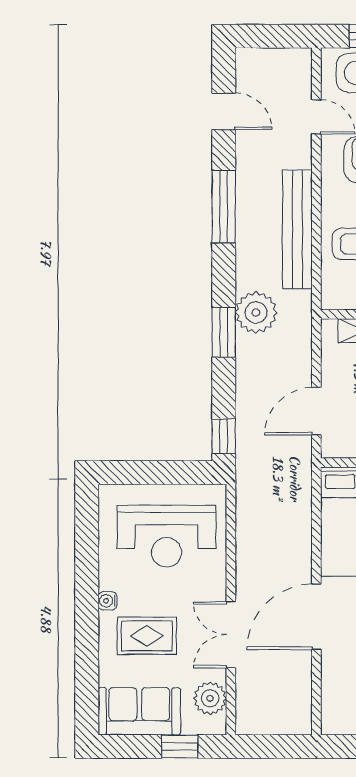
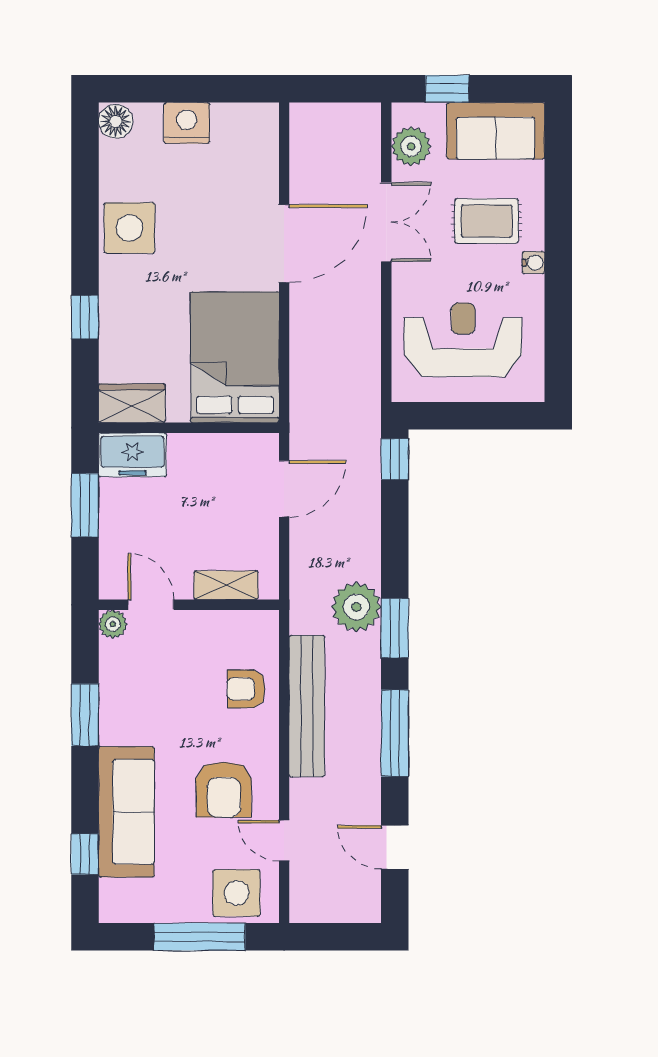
window: (224, 332) -> (395, 628), moved

